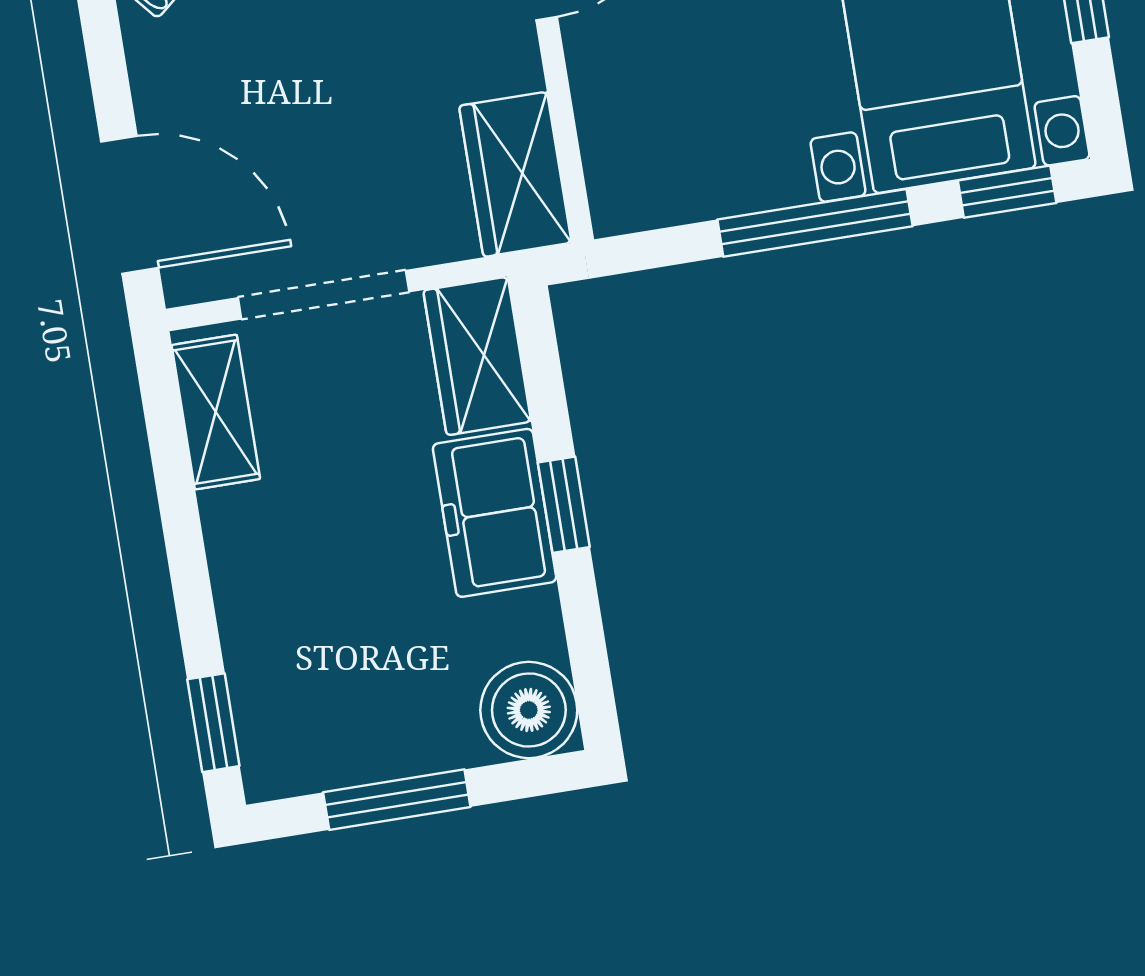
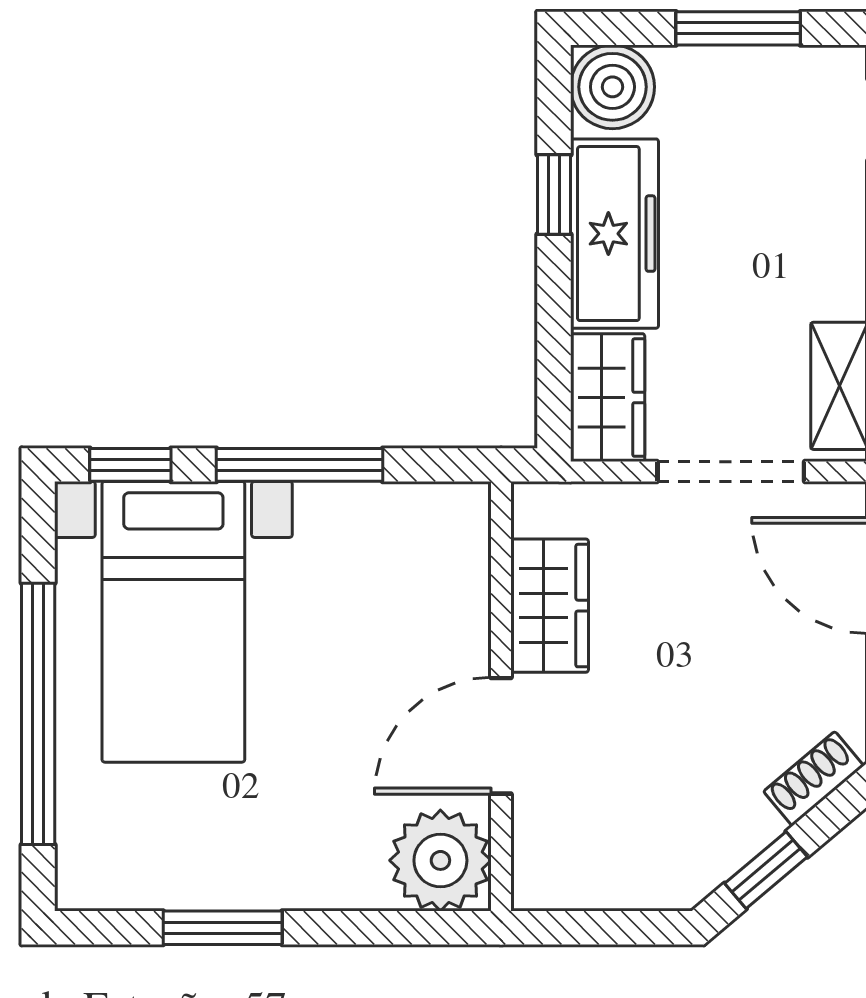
wardrobe: (515, 174) -> (550, 606), moved
window: (564, 505) -> (554, 194), moved
freezer: (495, 513) -> (614, 234), width x1.40

